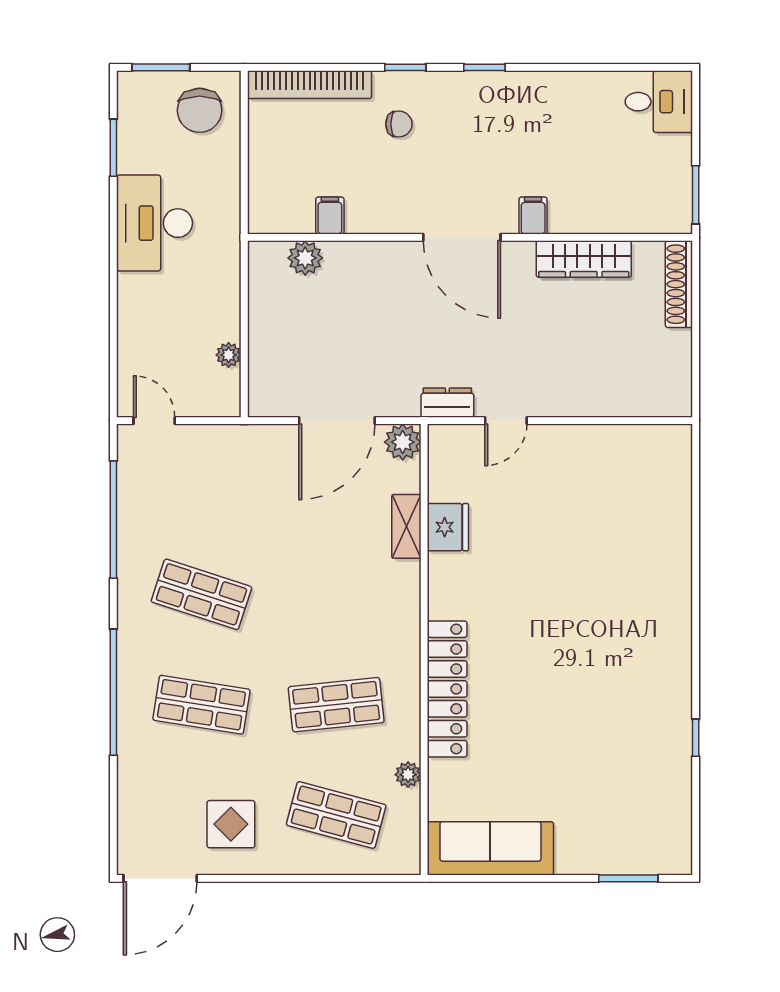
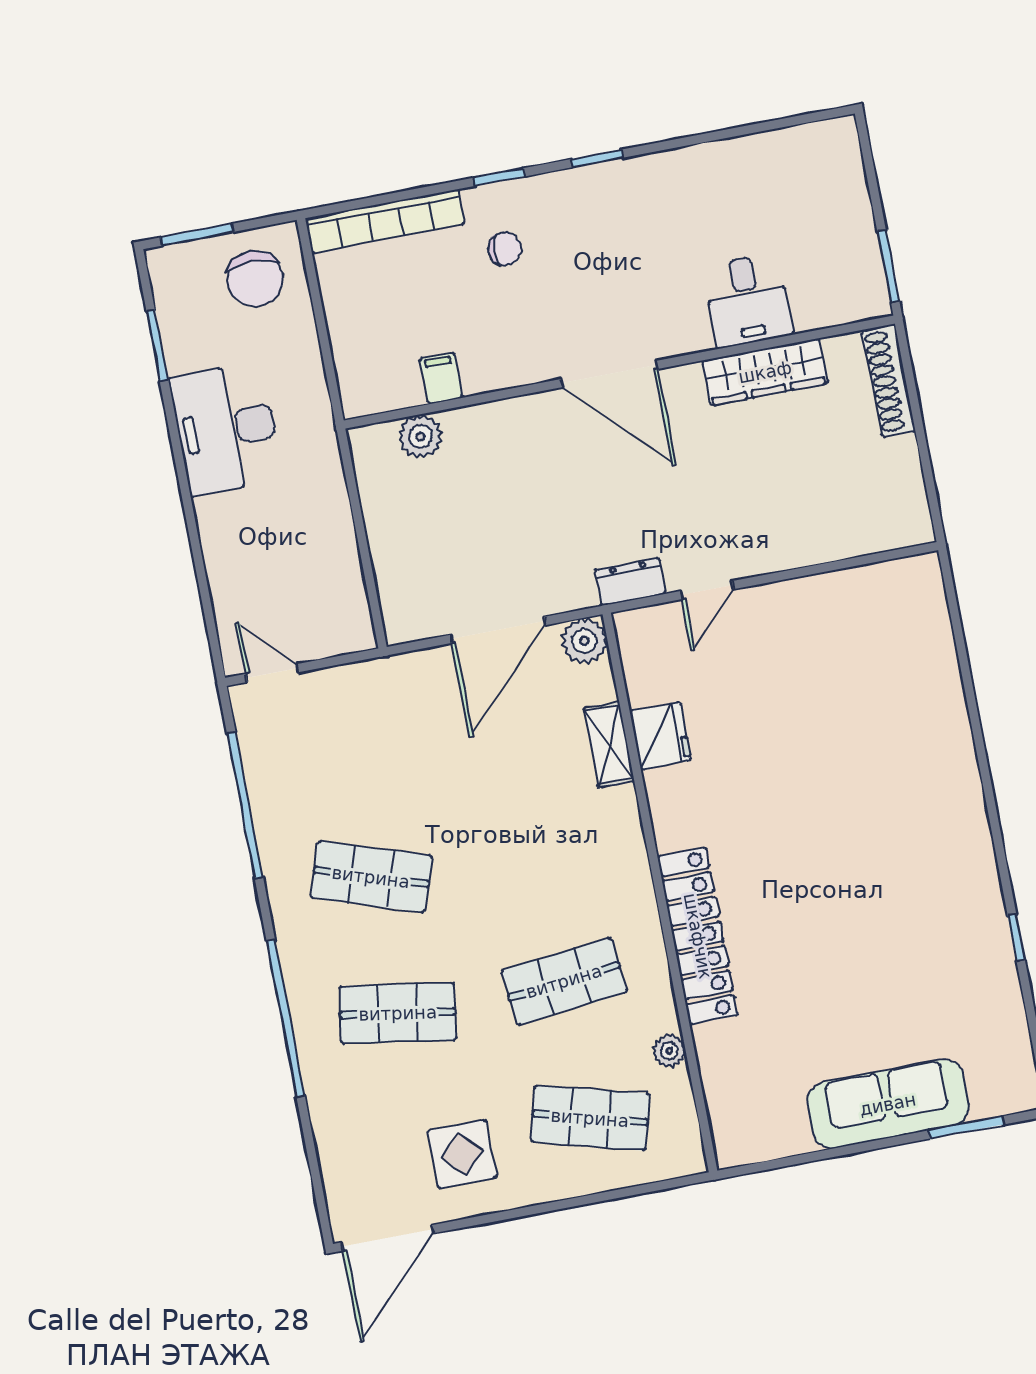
desk: (659, 102) -> (748, 300), moved, turned 90
filing cabinet: (533, 216) -> (692, 330), removed
plant: (229, 355) -> (349, 574), removed
sofa: (490, 848) -> (888, 1104), moved

